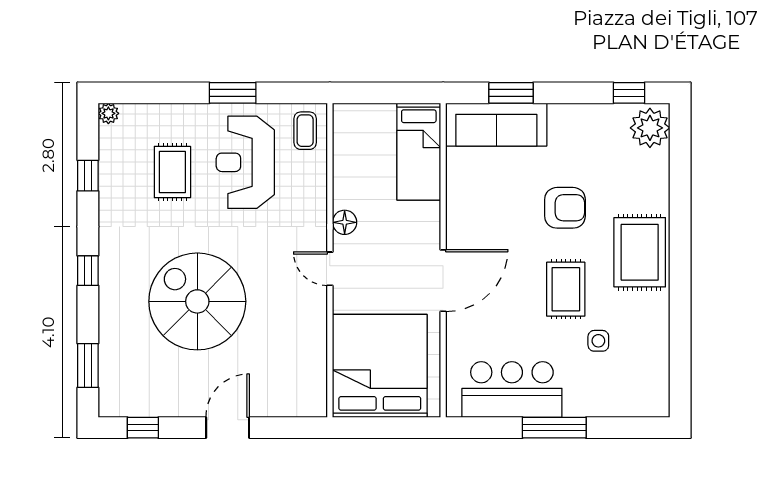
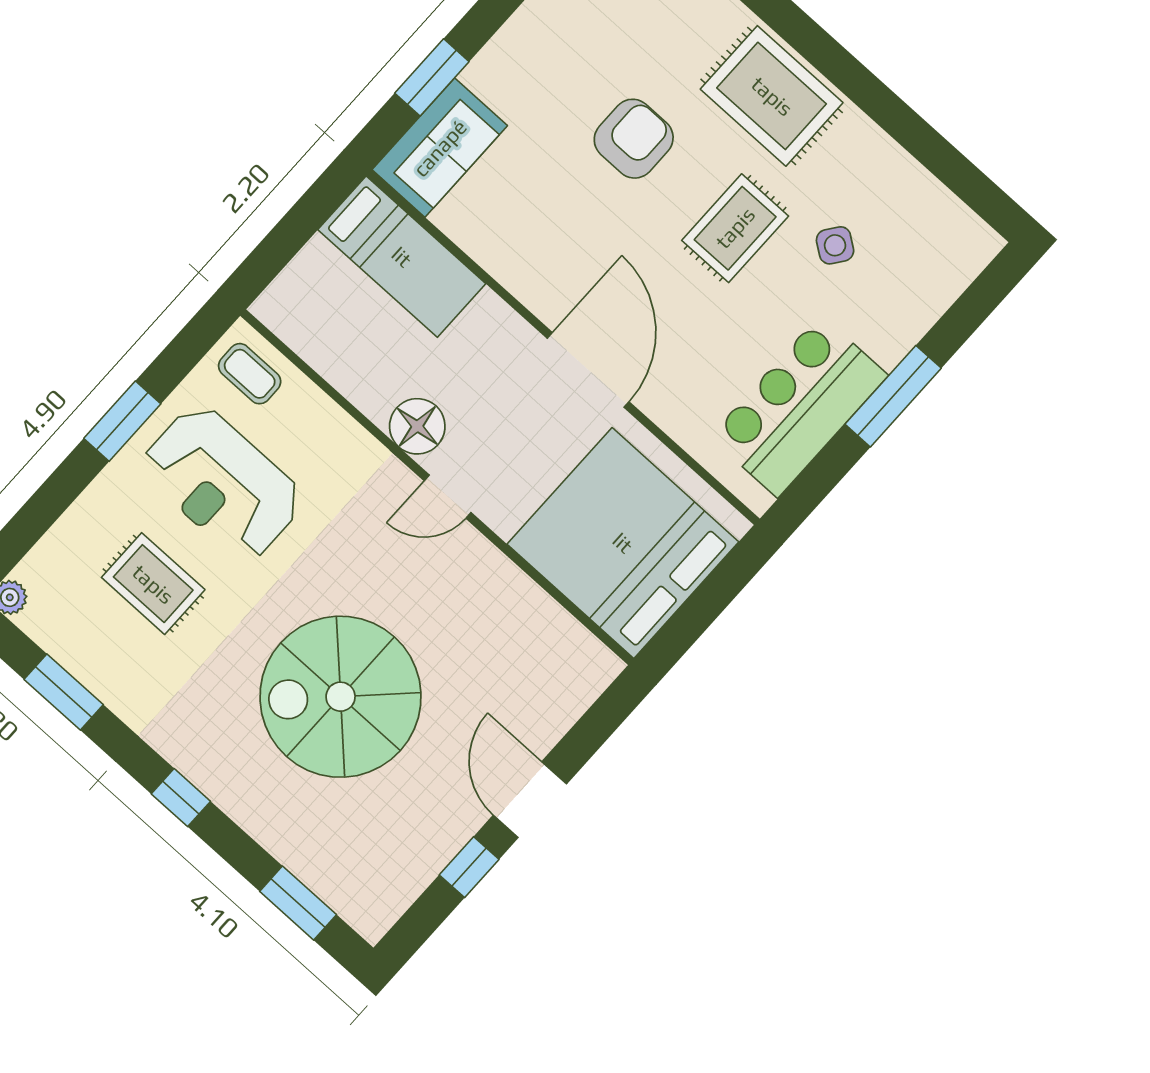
sofa: (496, 125) -> (440, 148), width x0.73
window: (88, 176) -> (64, 692), width x1.50
floor lamp: (345, 222) -> (417, 426), width x1.38, depth x1.38
rug: (566, 289) -> (735, 228), turned 90
side table: (598, 341) -> (835, 245), turned 36
window: (143, 428) -> (469, 867), moved

